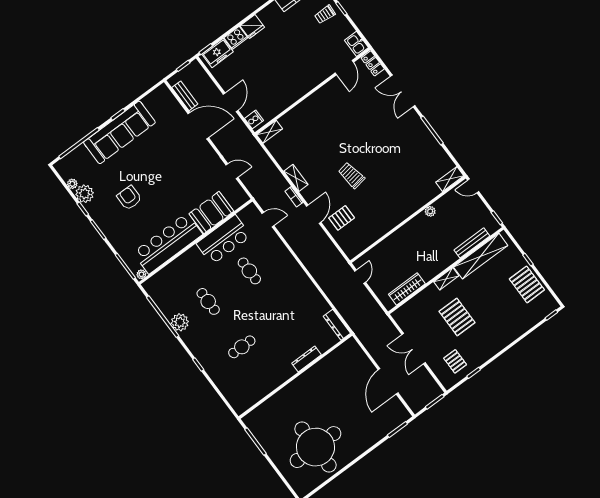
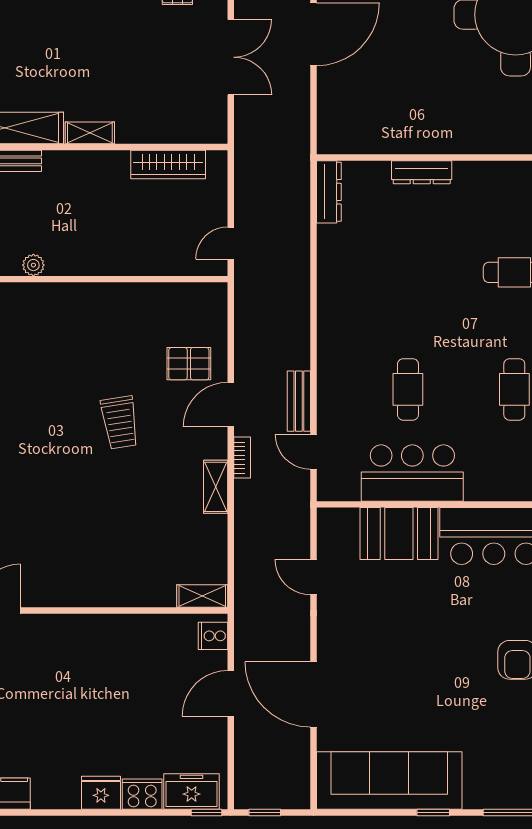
bench: (185, 96) -> (299, 401), moved
sofa: (119, 132) -> (389, 781), moved
pallet: (457, 317) -> (119, 56), removed

